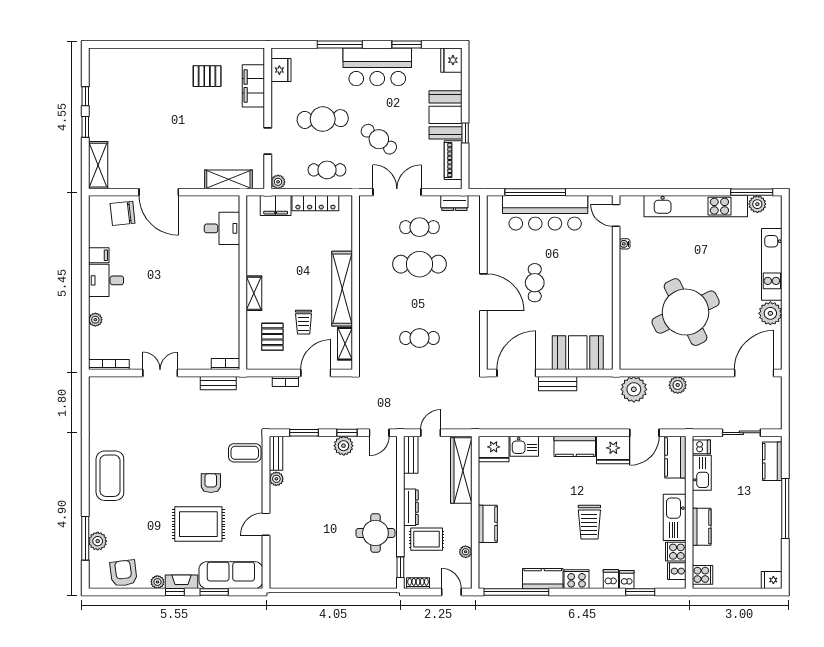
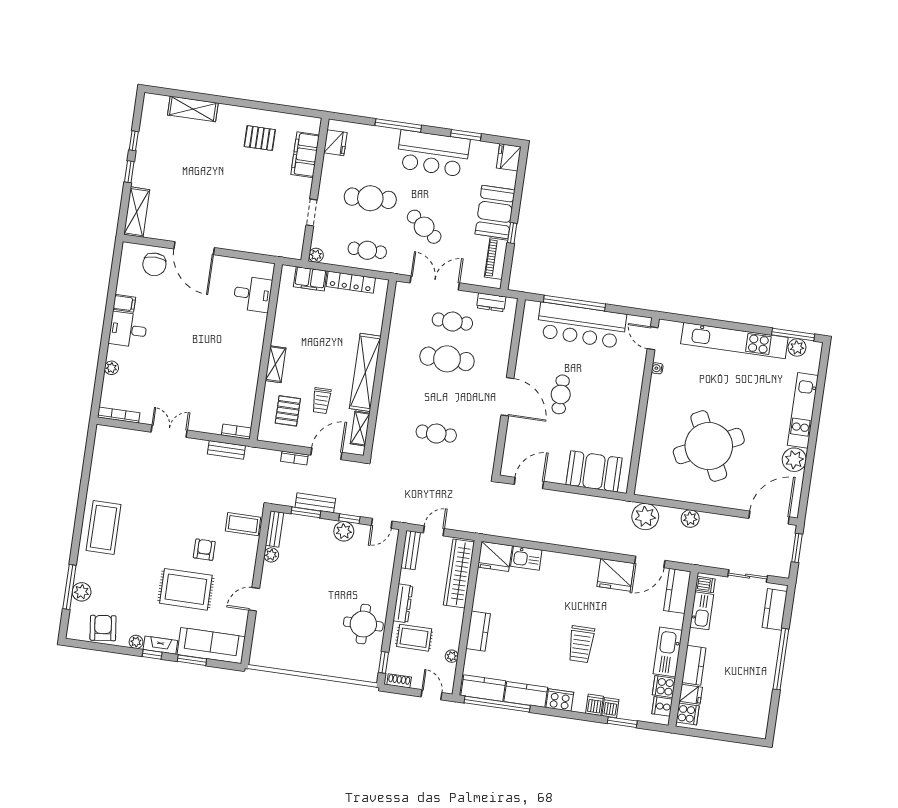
shelving: (228, 179) -> (193, 109), moved
chair: (123, 213) -> (154, 264), turned -84
door: (516, 373) -> (529, 483), width x0.73
bench: (558, 384) -> (315, 503), moved
window: (785, 399) -> (797, 548), added
kitchen counter: (575, 446) -> (483, 688), moved, turned 180
fridge: (772, 580) -> (691, 694), moved, turned 180

